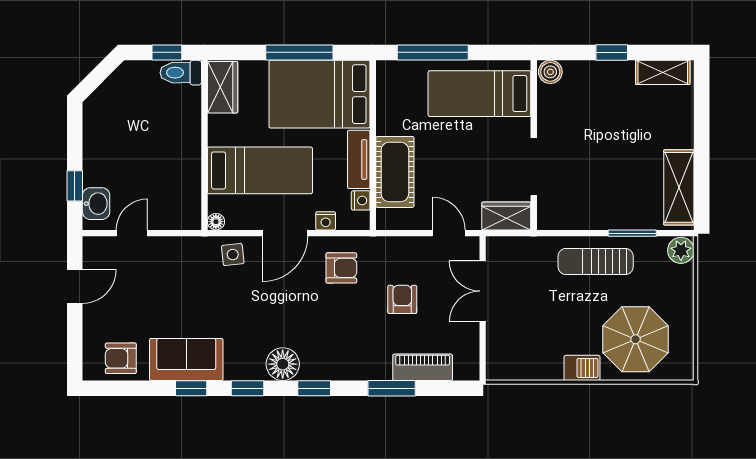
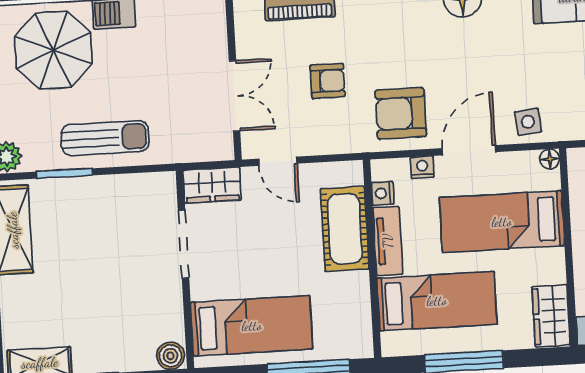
bed: (319, 94) -> (437, 301), width x0.67
armchair: (341, 268) -> (401, 113), width x1.38, depth x1.38
armchair: (402, 299) -> (328, 81), turned -90

